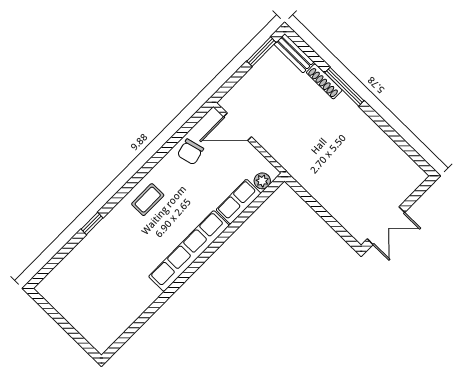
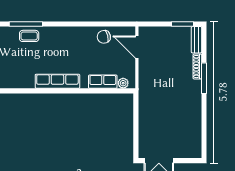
coffee table: (148, 200) -> (29, 36), moved
window: (92, 224) -> (26, 24), width x2.17
row of seats: (189, 251) -> (57, 81), width x0.73

